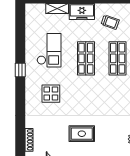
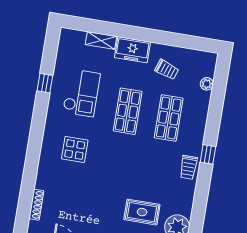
window: (20, 70) -> (45, 83), moved
rug: (82, 134) -> (142, 212), moved

